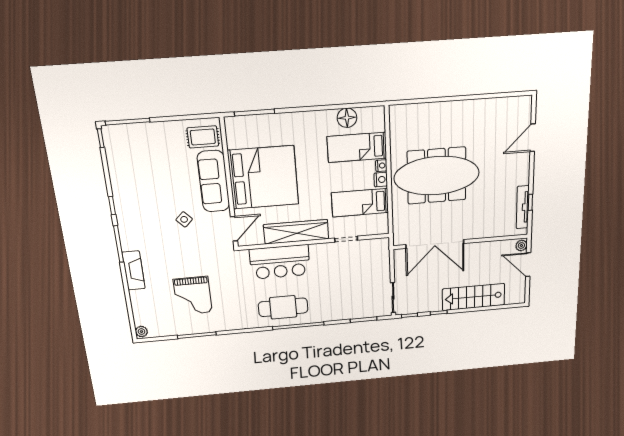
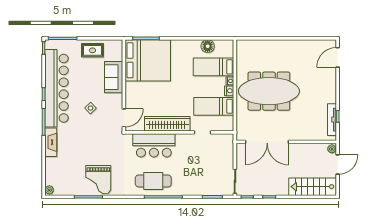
rug: (203, 137) -> (92, 50), moved
door: (533, 138) -> (338, 57), moved
bed: (263, 177) -> (148, 60), moved
sofa: (213, 181) -> (114, 77), width x0.73
bar counter: (130, 196) -> (56, 88), added
door: (528, 265) -> (338, 165), swing flipped
grand piano: (193, 296) -> (98, 180), moved
stairs: (473, 297) -> (313, 187), moved

